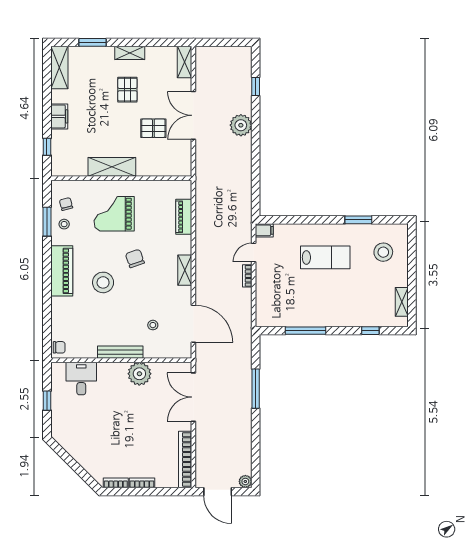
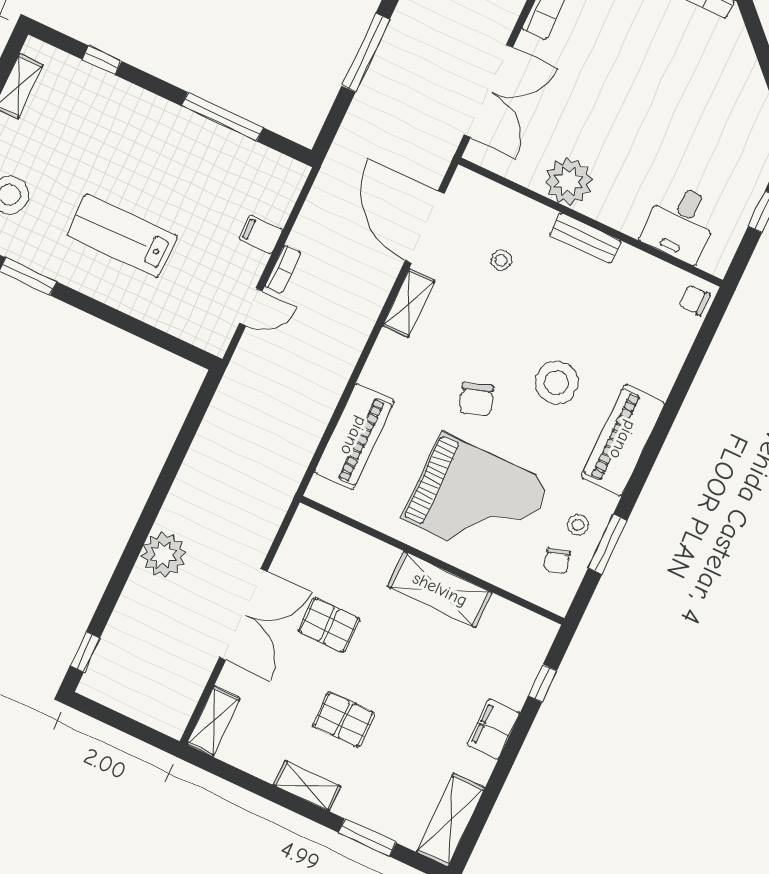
window: (256, 86) -> (85, 652), moved
pallet: (127, 90) -> (343, 720), turned 90
grand piano: (114, 214) -> (476, 501), width x1.37, depth x1.48
piano: (184, 217) -> (354, 436), width x1.37, depth x1.33
filing cabinet: (264, 230) -> (261, 234), moved
shelving: (185, 270) -> (409, 303), moved
bench: (120, 352) -> (585, 238), width x0.73

